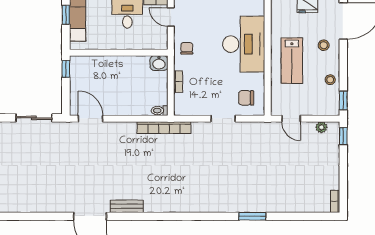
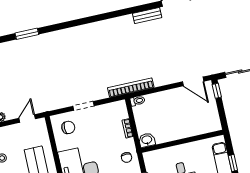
window: (66, 69) -> (217, 91), moved
door: (291, 119) -> (27, 119), hinge flipped
window: (252, 216) -> (27, 34), moved

